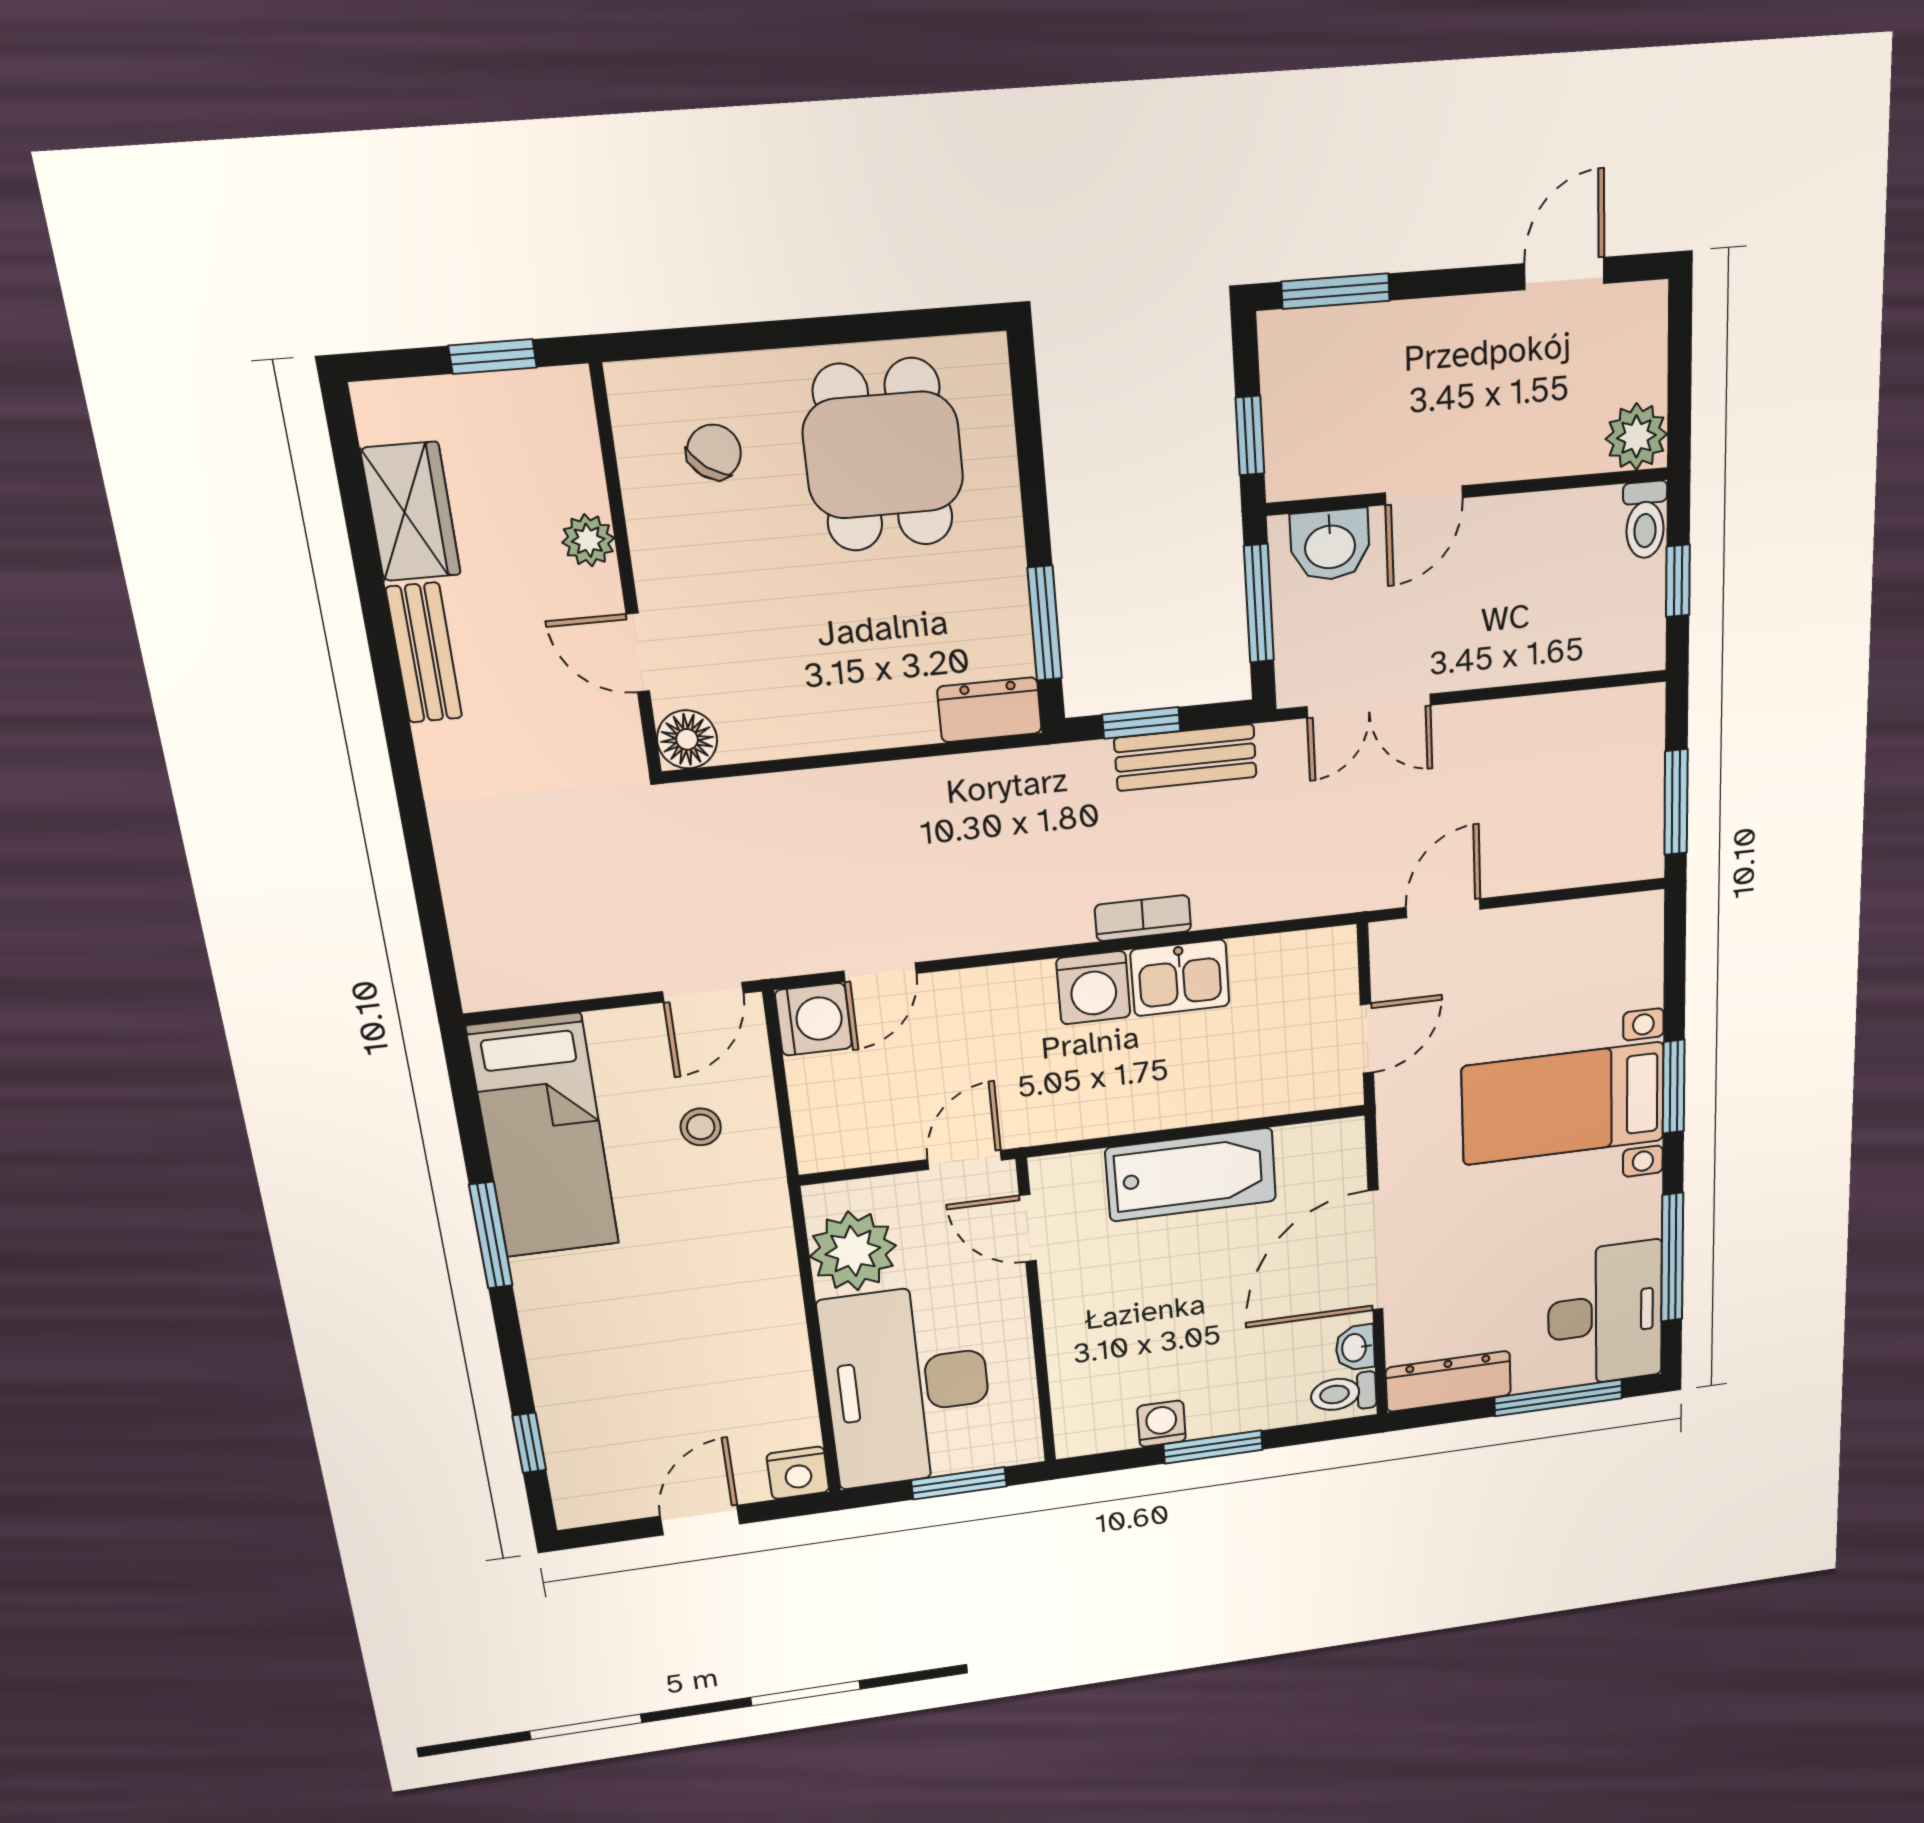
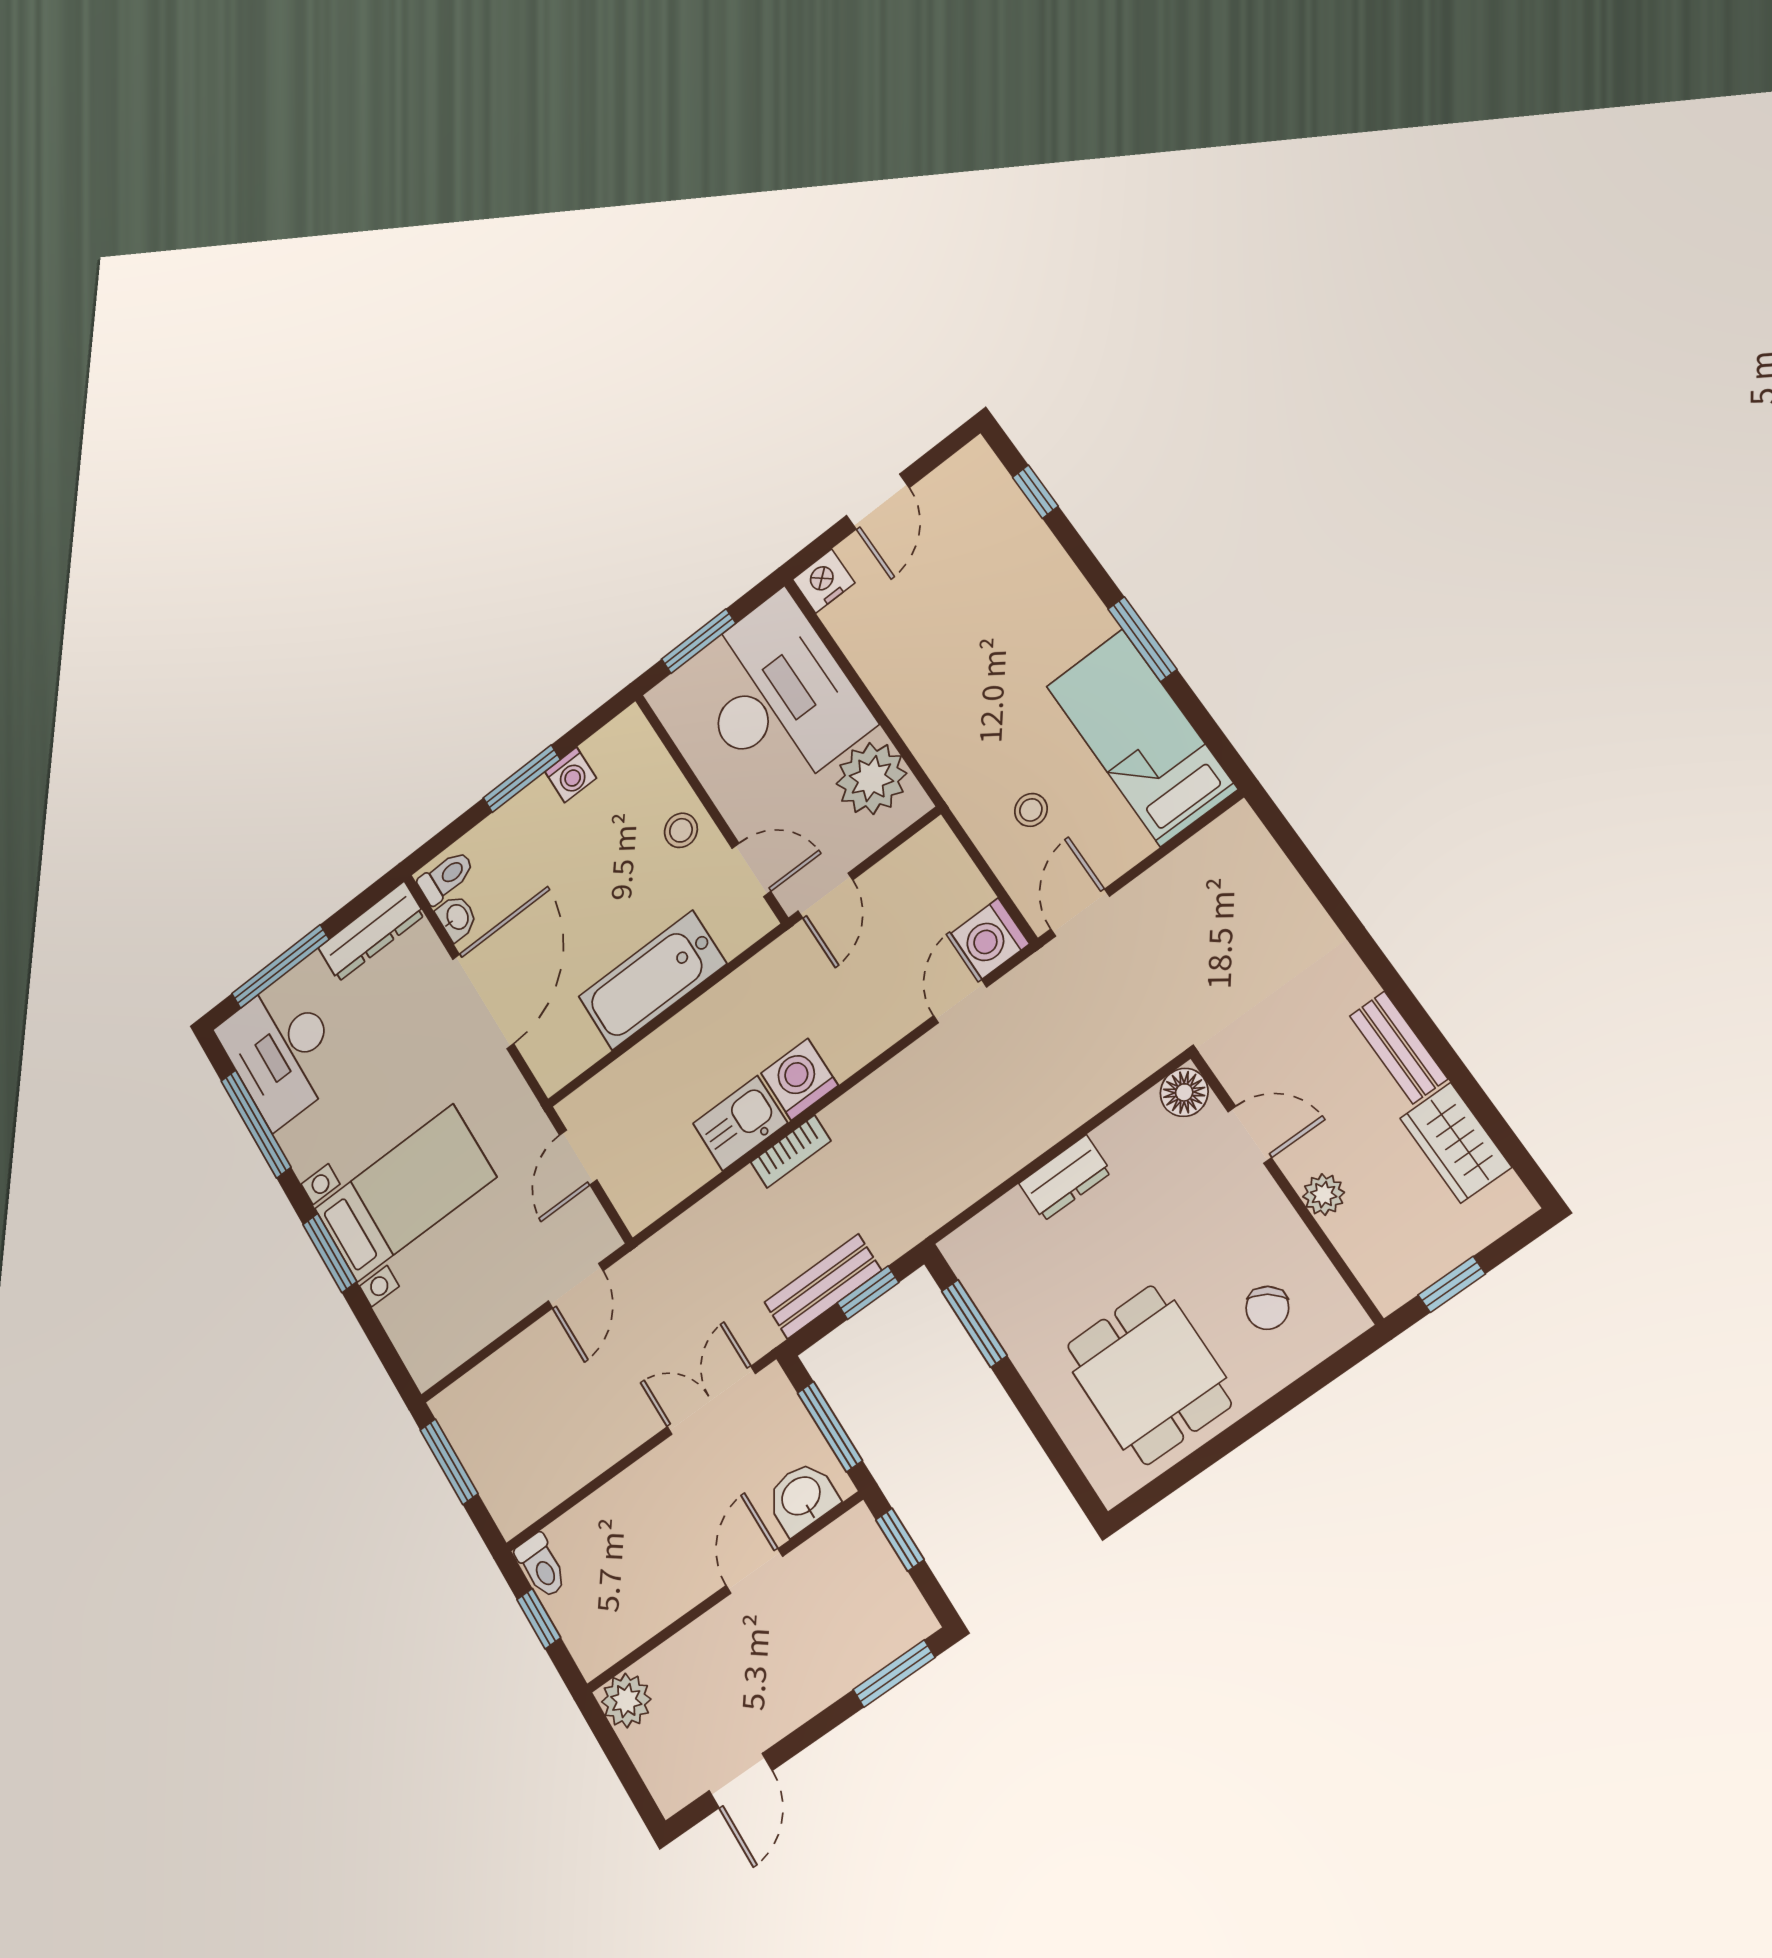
toilet: (1645, 520) -> (541, 1566), moved, turned 180
dresser: (990, 710) -> (1065, 1178), moved
stool: (1079, 1308) -> (681, 830), added

